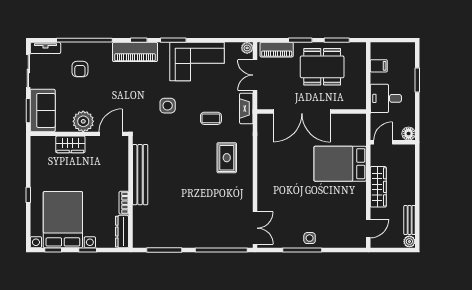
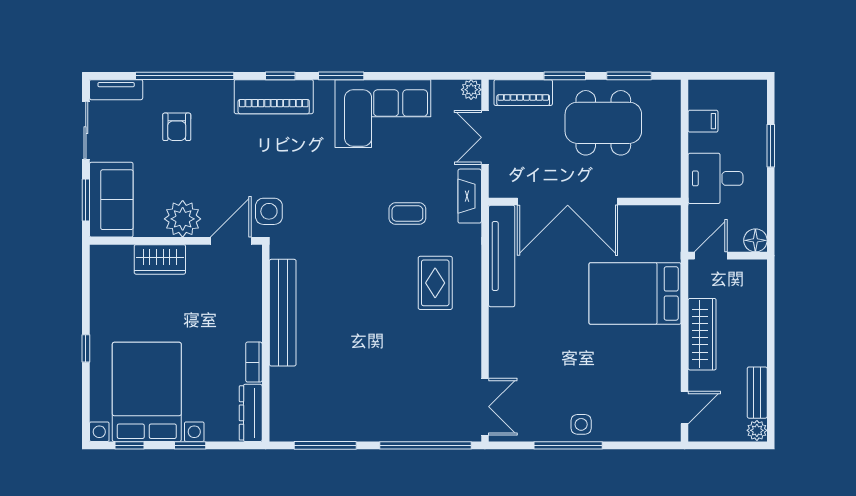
side table: (168, 106) -> (269, 211), moved
tv unit: (264, 142) -> (502, 256), added

